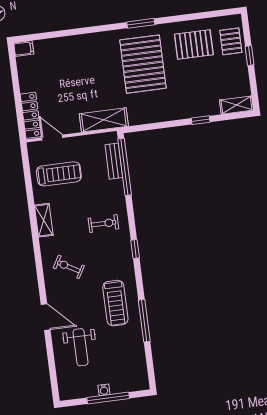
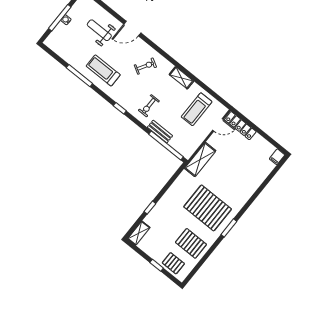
pallet: (194, 44) -> (191, 243), turned 90
bench: (114, 161) -> (160, 132), moved

